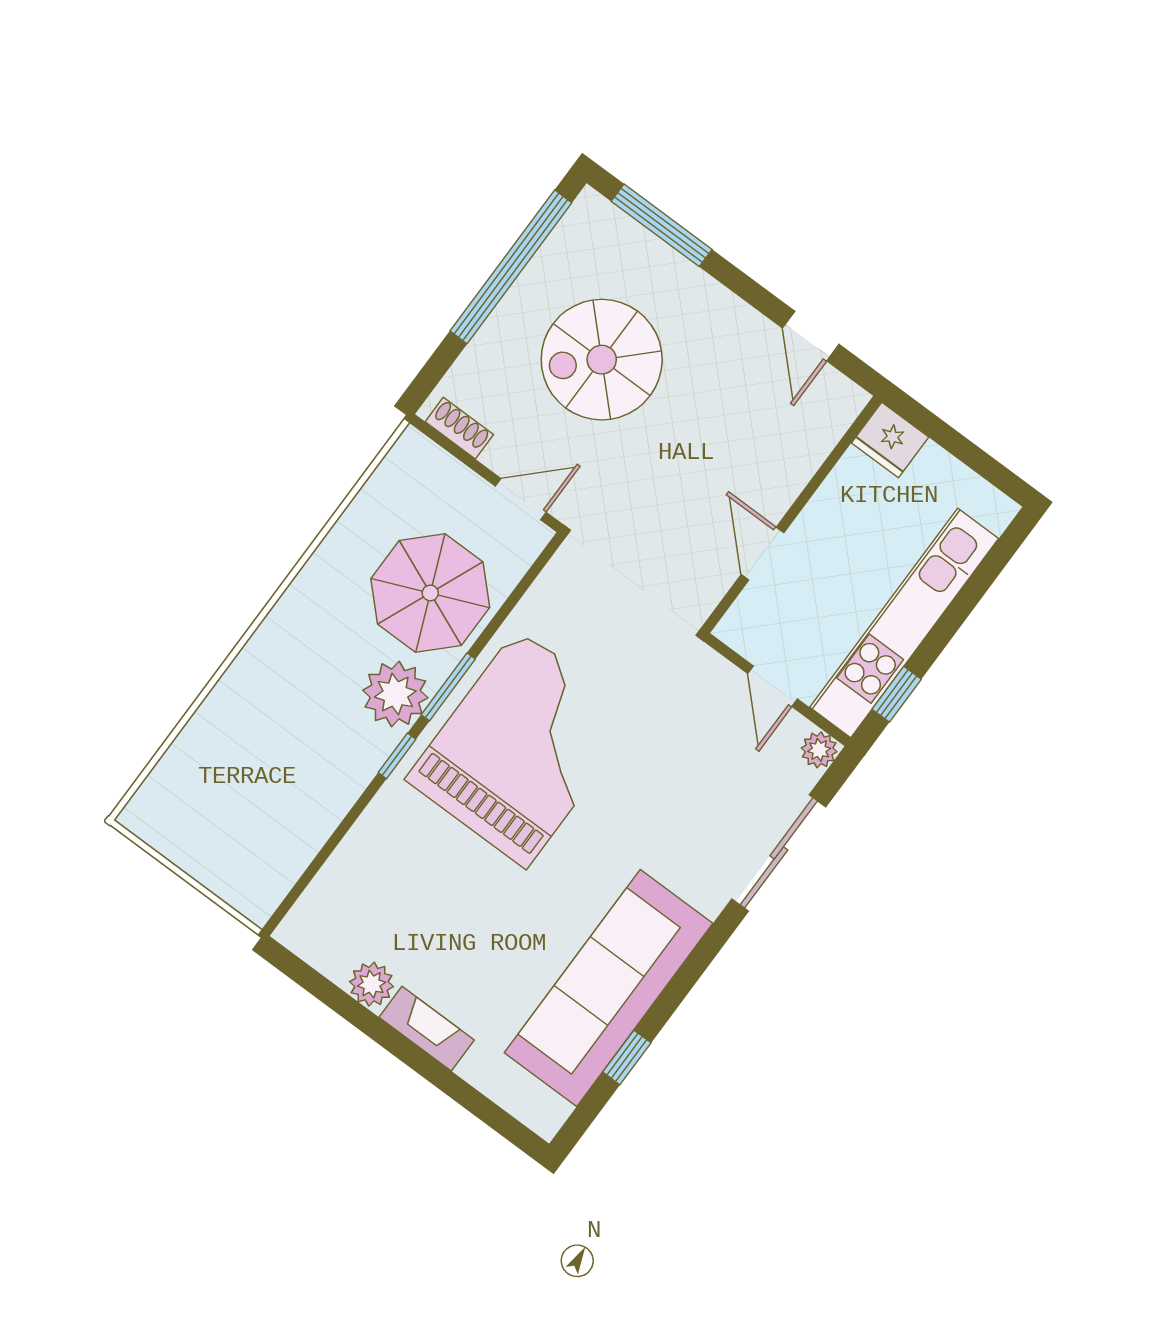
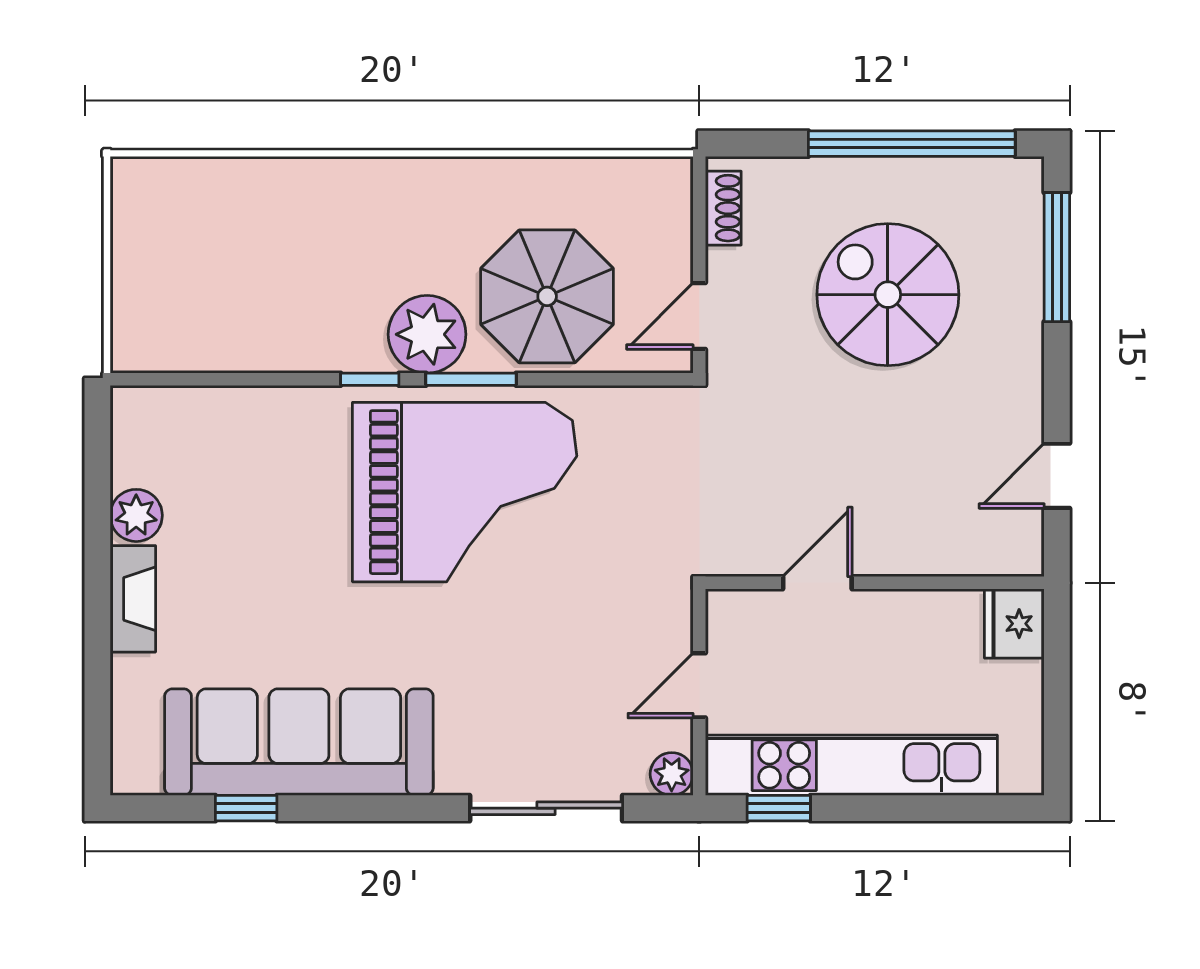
door: (521, 499) -> (699, 316), swing flipped

